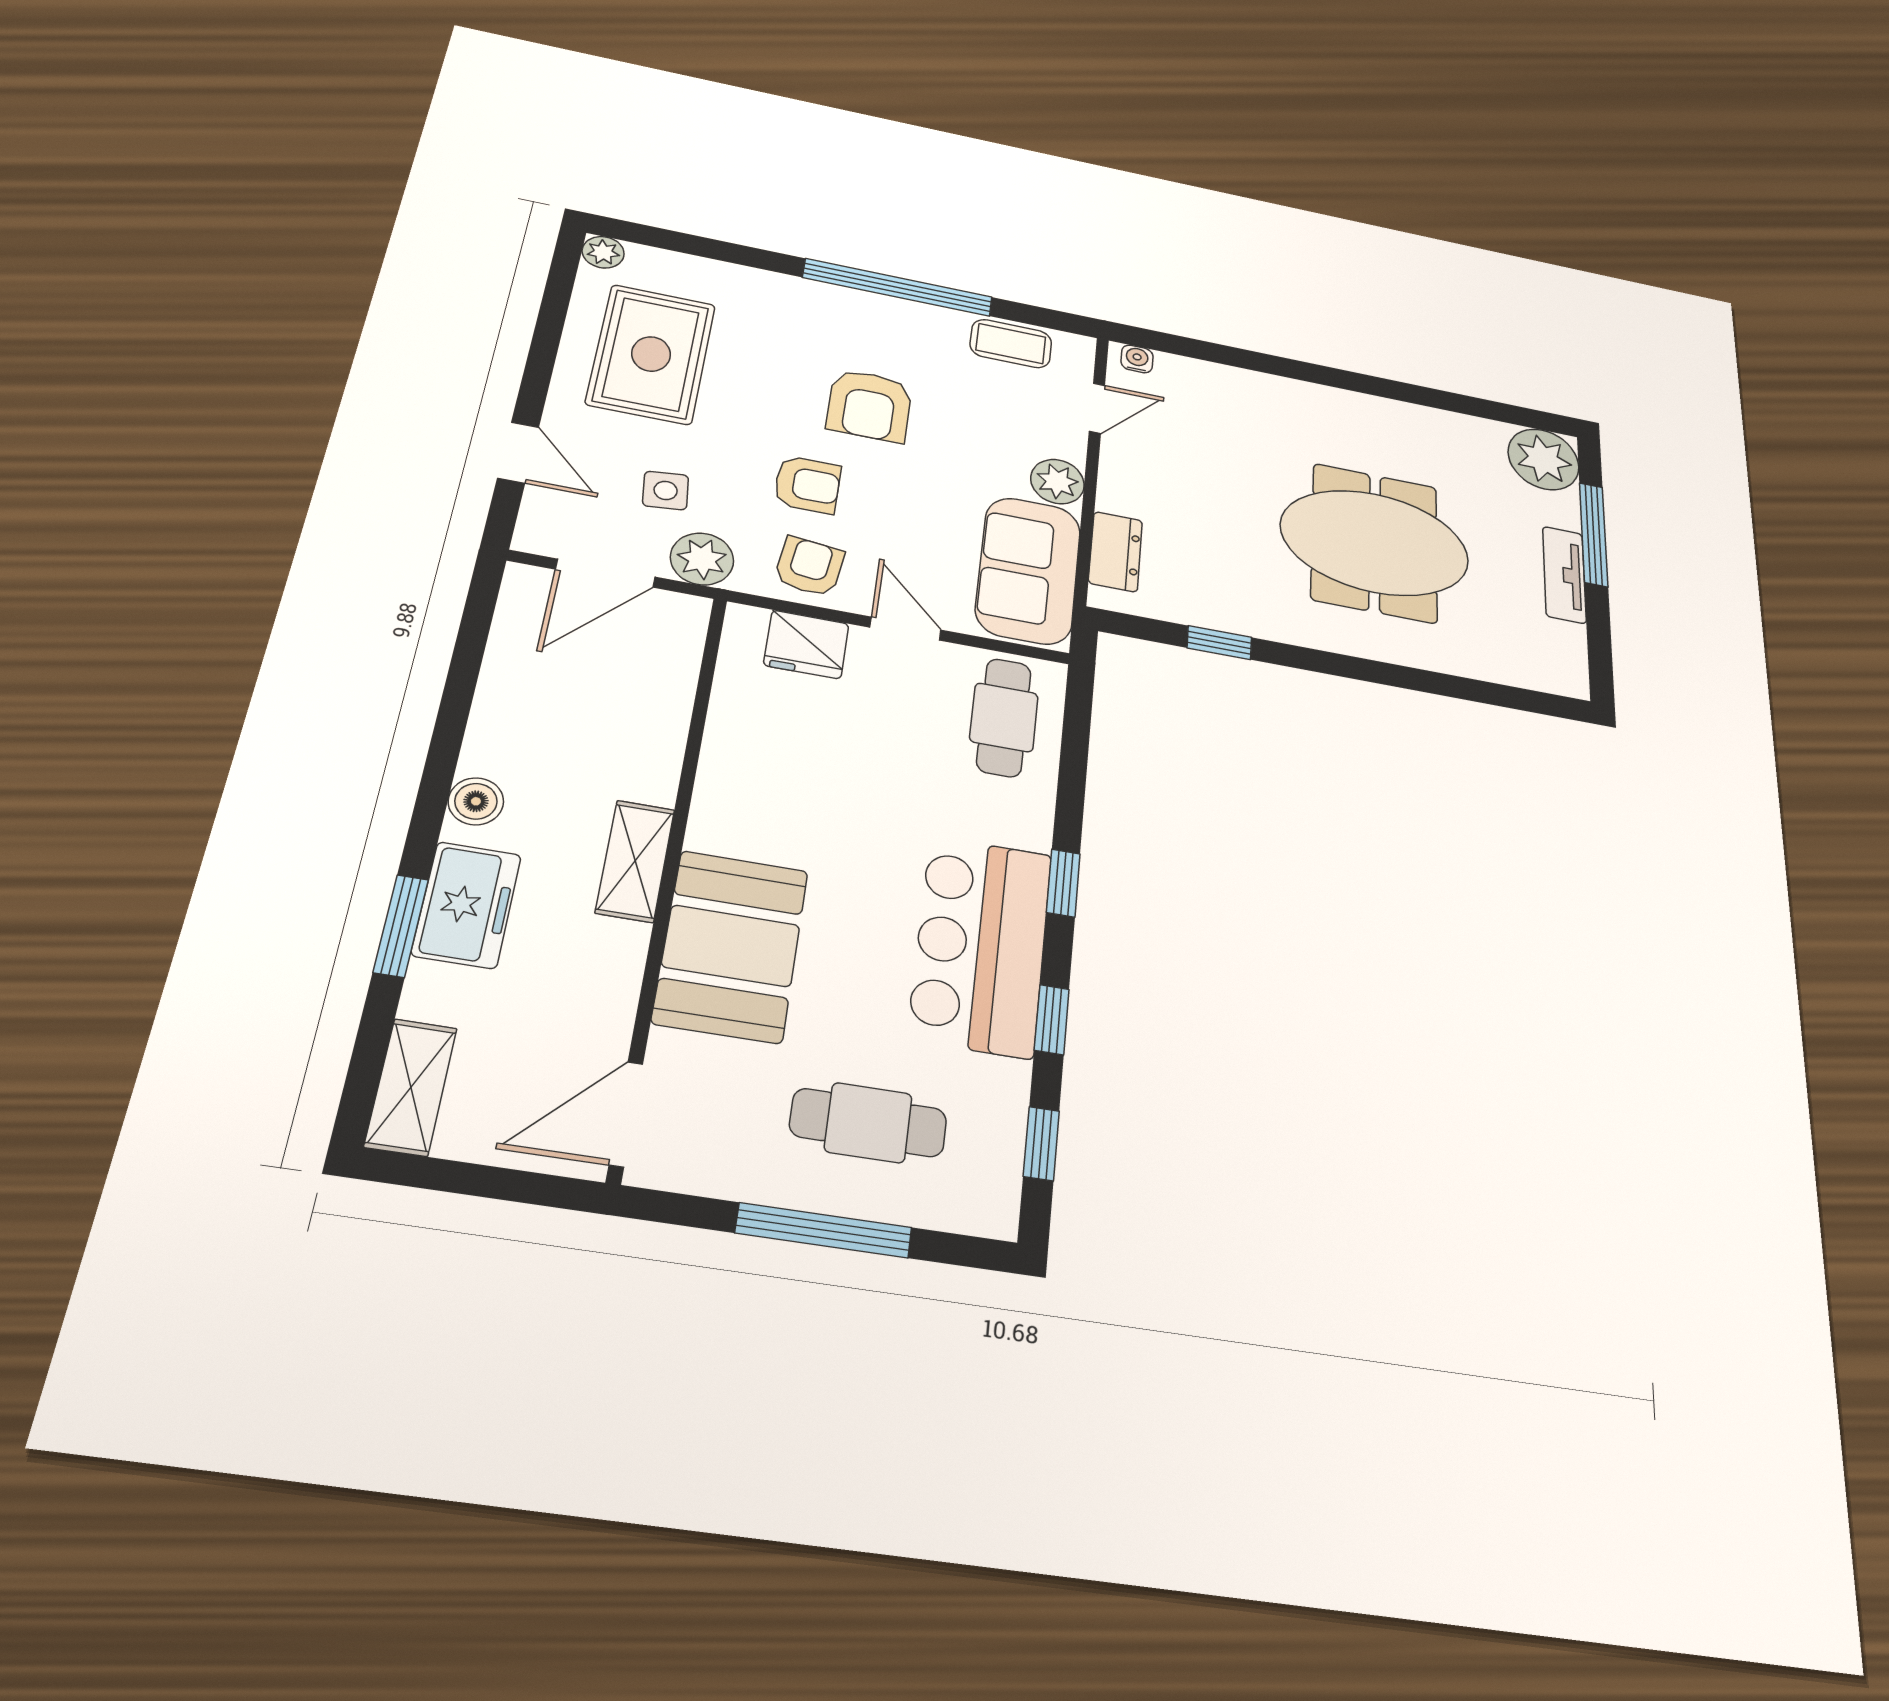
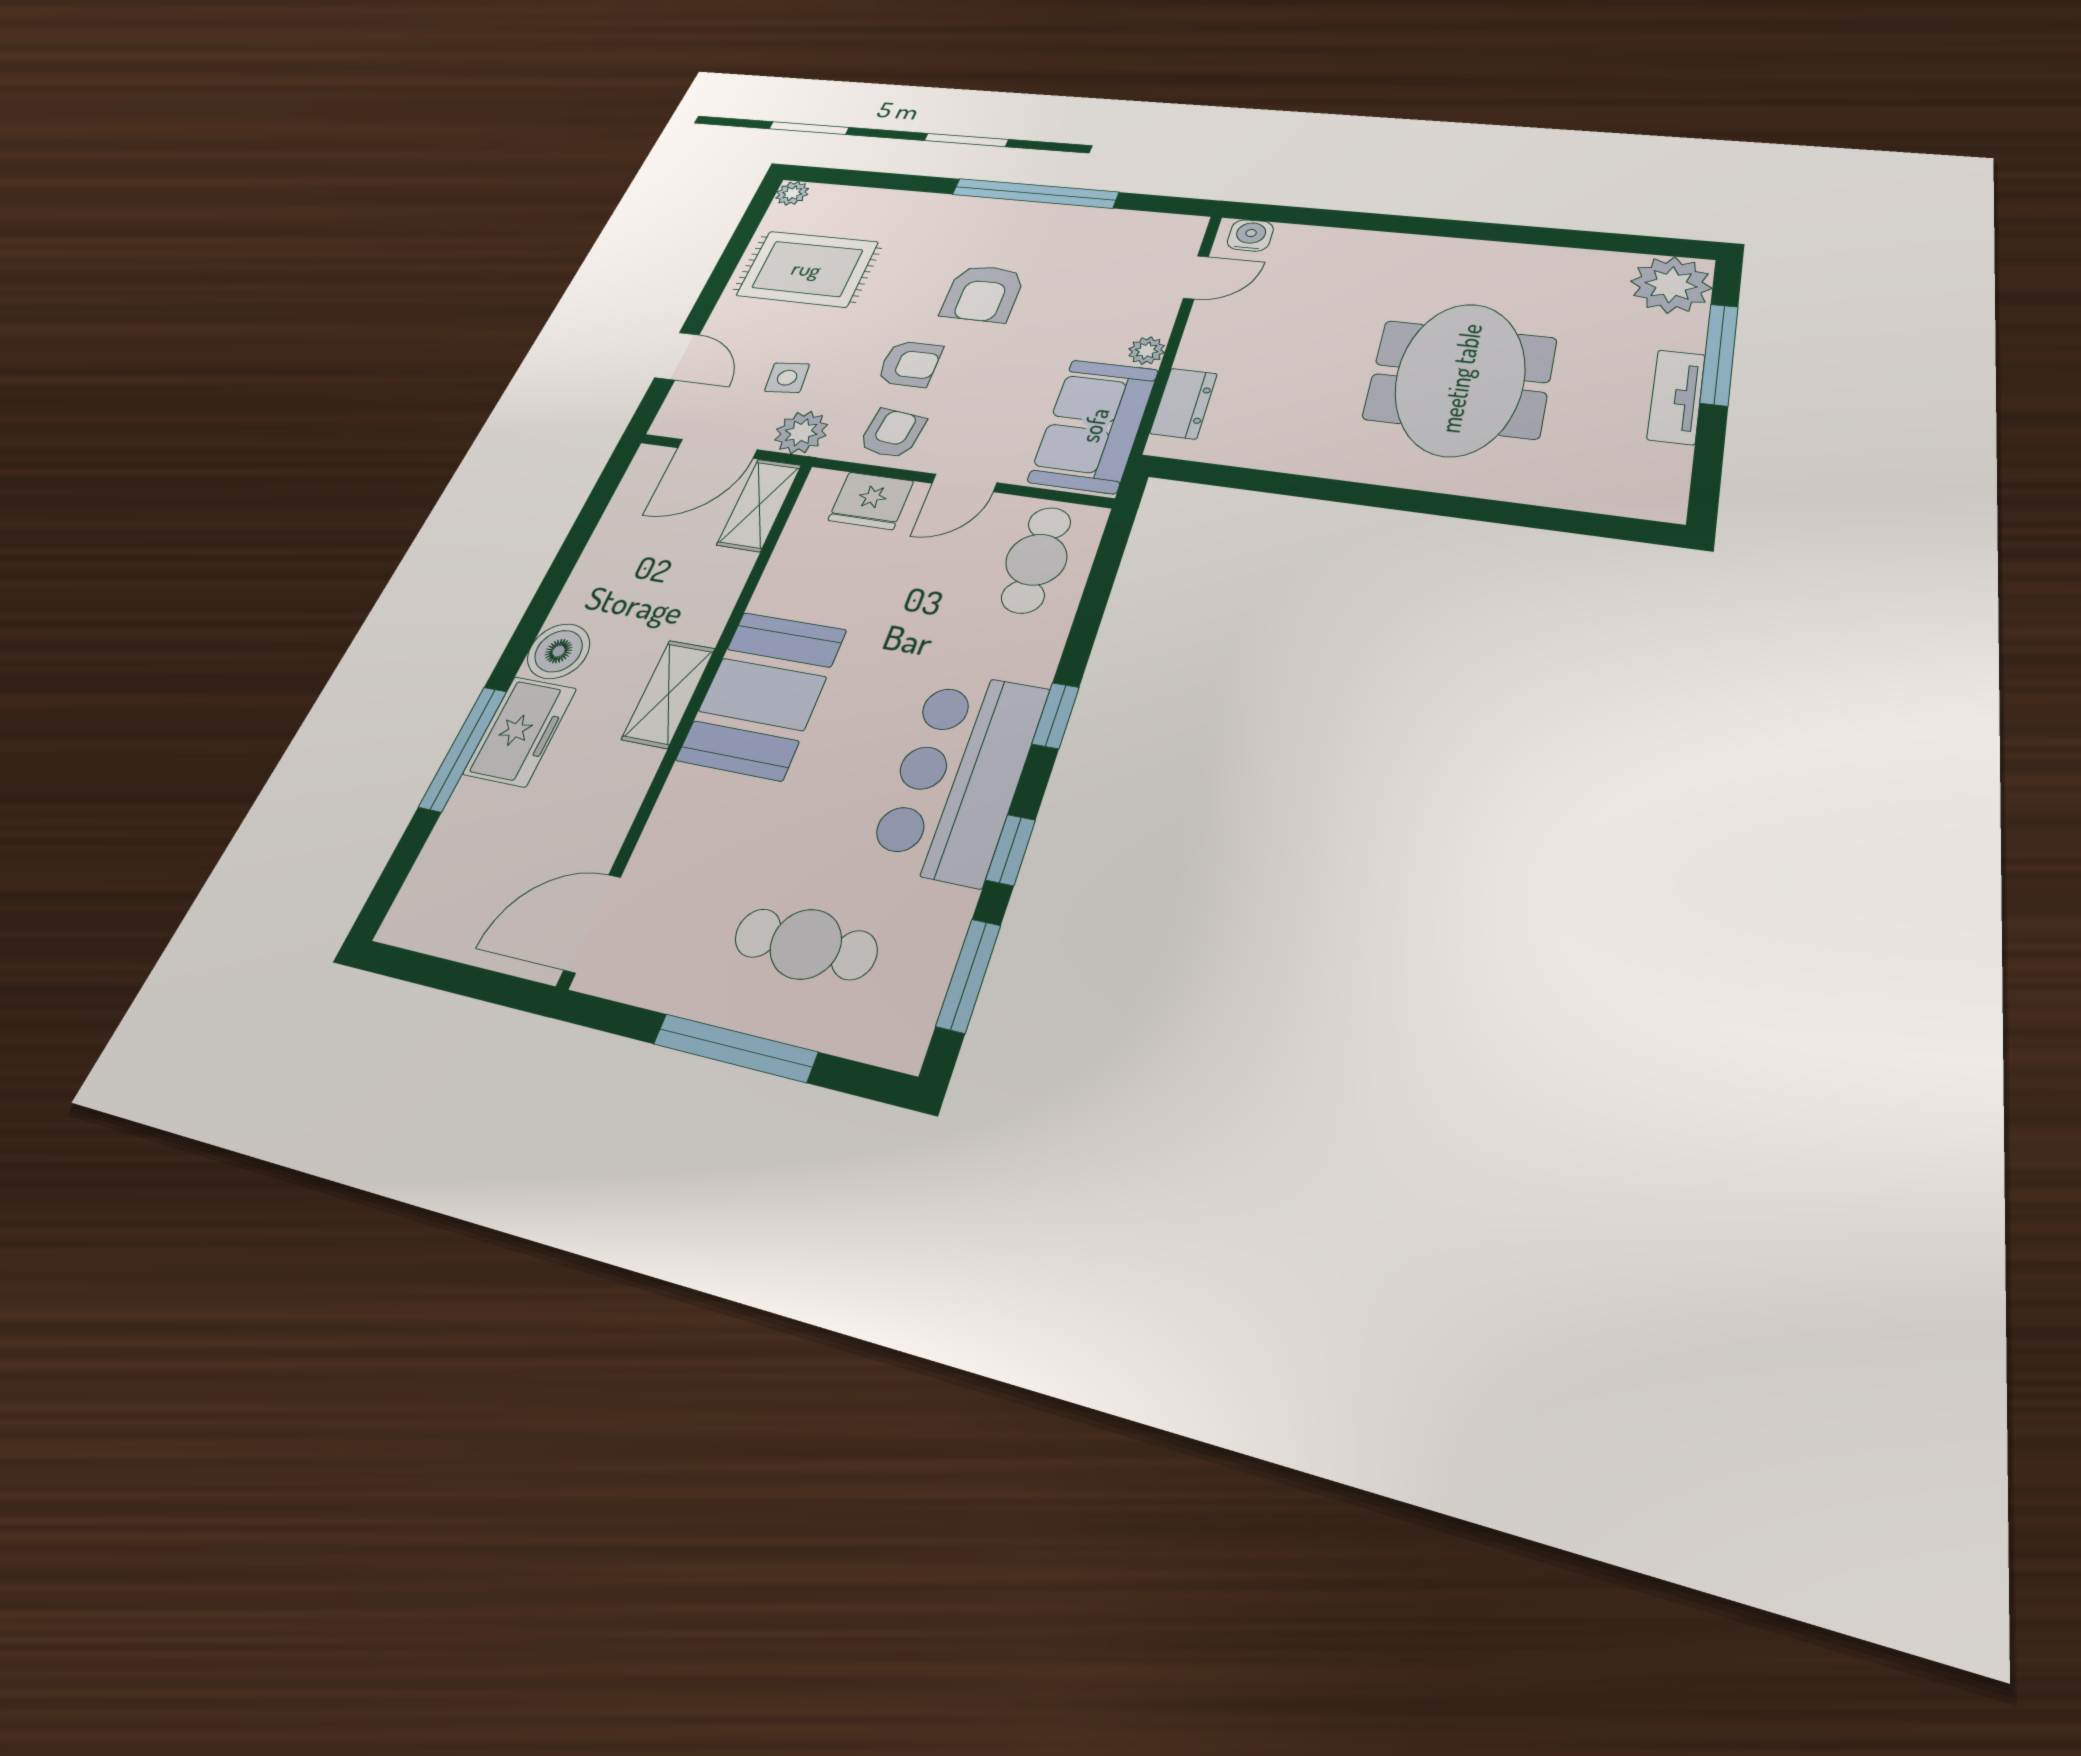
coffee table: (1011, 344) -> (1127, 229), removed
rug: (651, 354) -> (807, 269), turned 90
water cooler: (1137, 359) -> (1250, 235), width x1.38, depth x1.38
plant: (1057, 482) -> (1147, 351), width x0.73, depth x0.73
meeting table: (1375, 543) -> (1460, 378), turned 90
door: (905, 629) -> (964, 483), swing flipped
window: (1219, 643) -> (1271, 482), removed
boiler: (476, 801) -> (559, 651), width x1.36, depth x1.36
window: (401, 926) -> (463, 748), width x1.44
booth: (731, 946) -> (763, 694), moved
shelving: (411, 1087) -> (759, 505), moved
window: (1041, 1144) -> (969, 975), width x1.50

